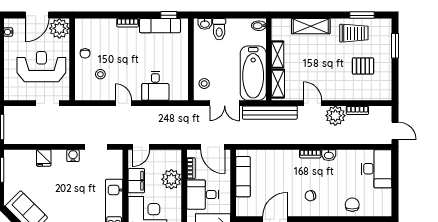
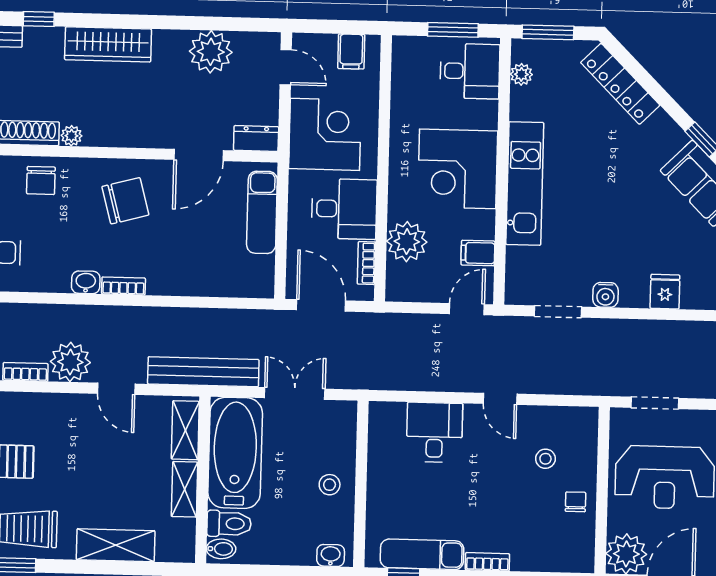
toilet: (219, 29) -> (229, 524), moved, turned 90
stool: (204, 84) -> (330, 485), moved
exam couch: (243, 177) -> (262, 212), moved
filing cabinet: (136, 181) -> (478, 253), width x0.50
chair: (310, 196) -> (125, 201), width x1.87, depth x1.87

